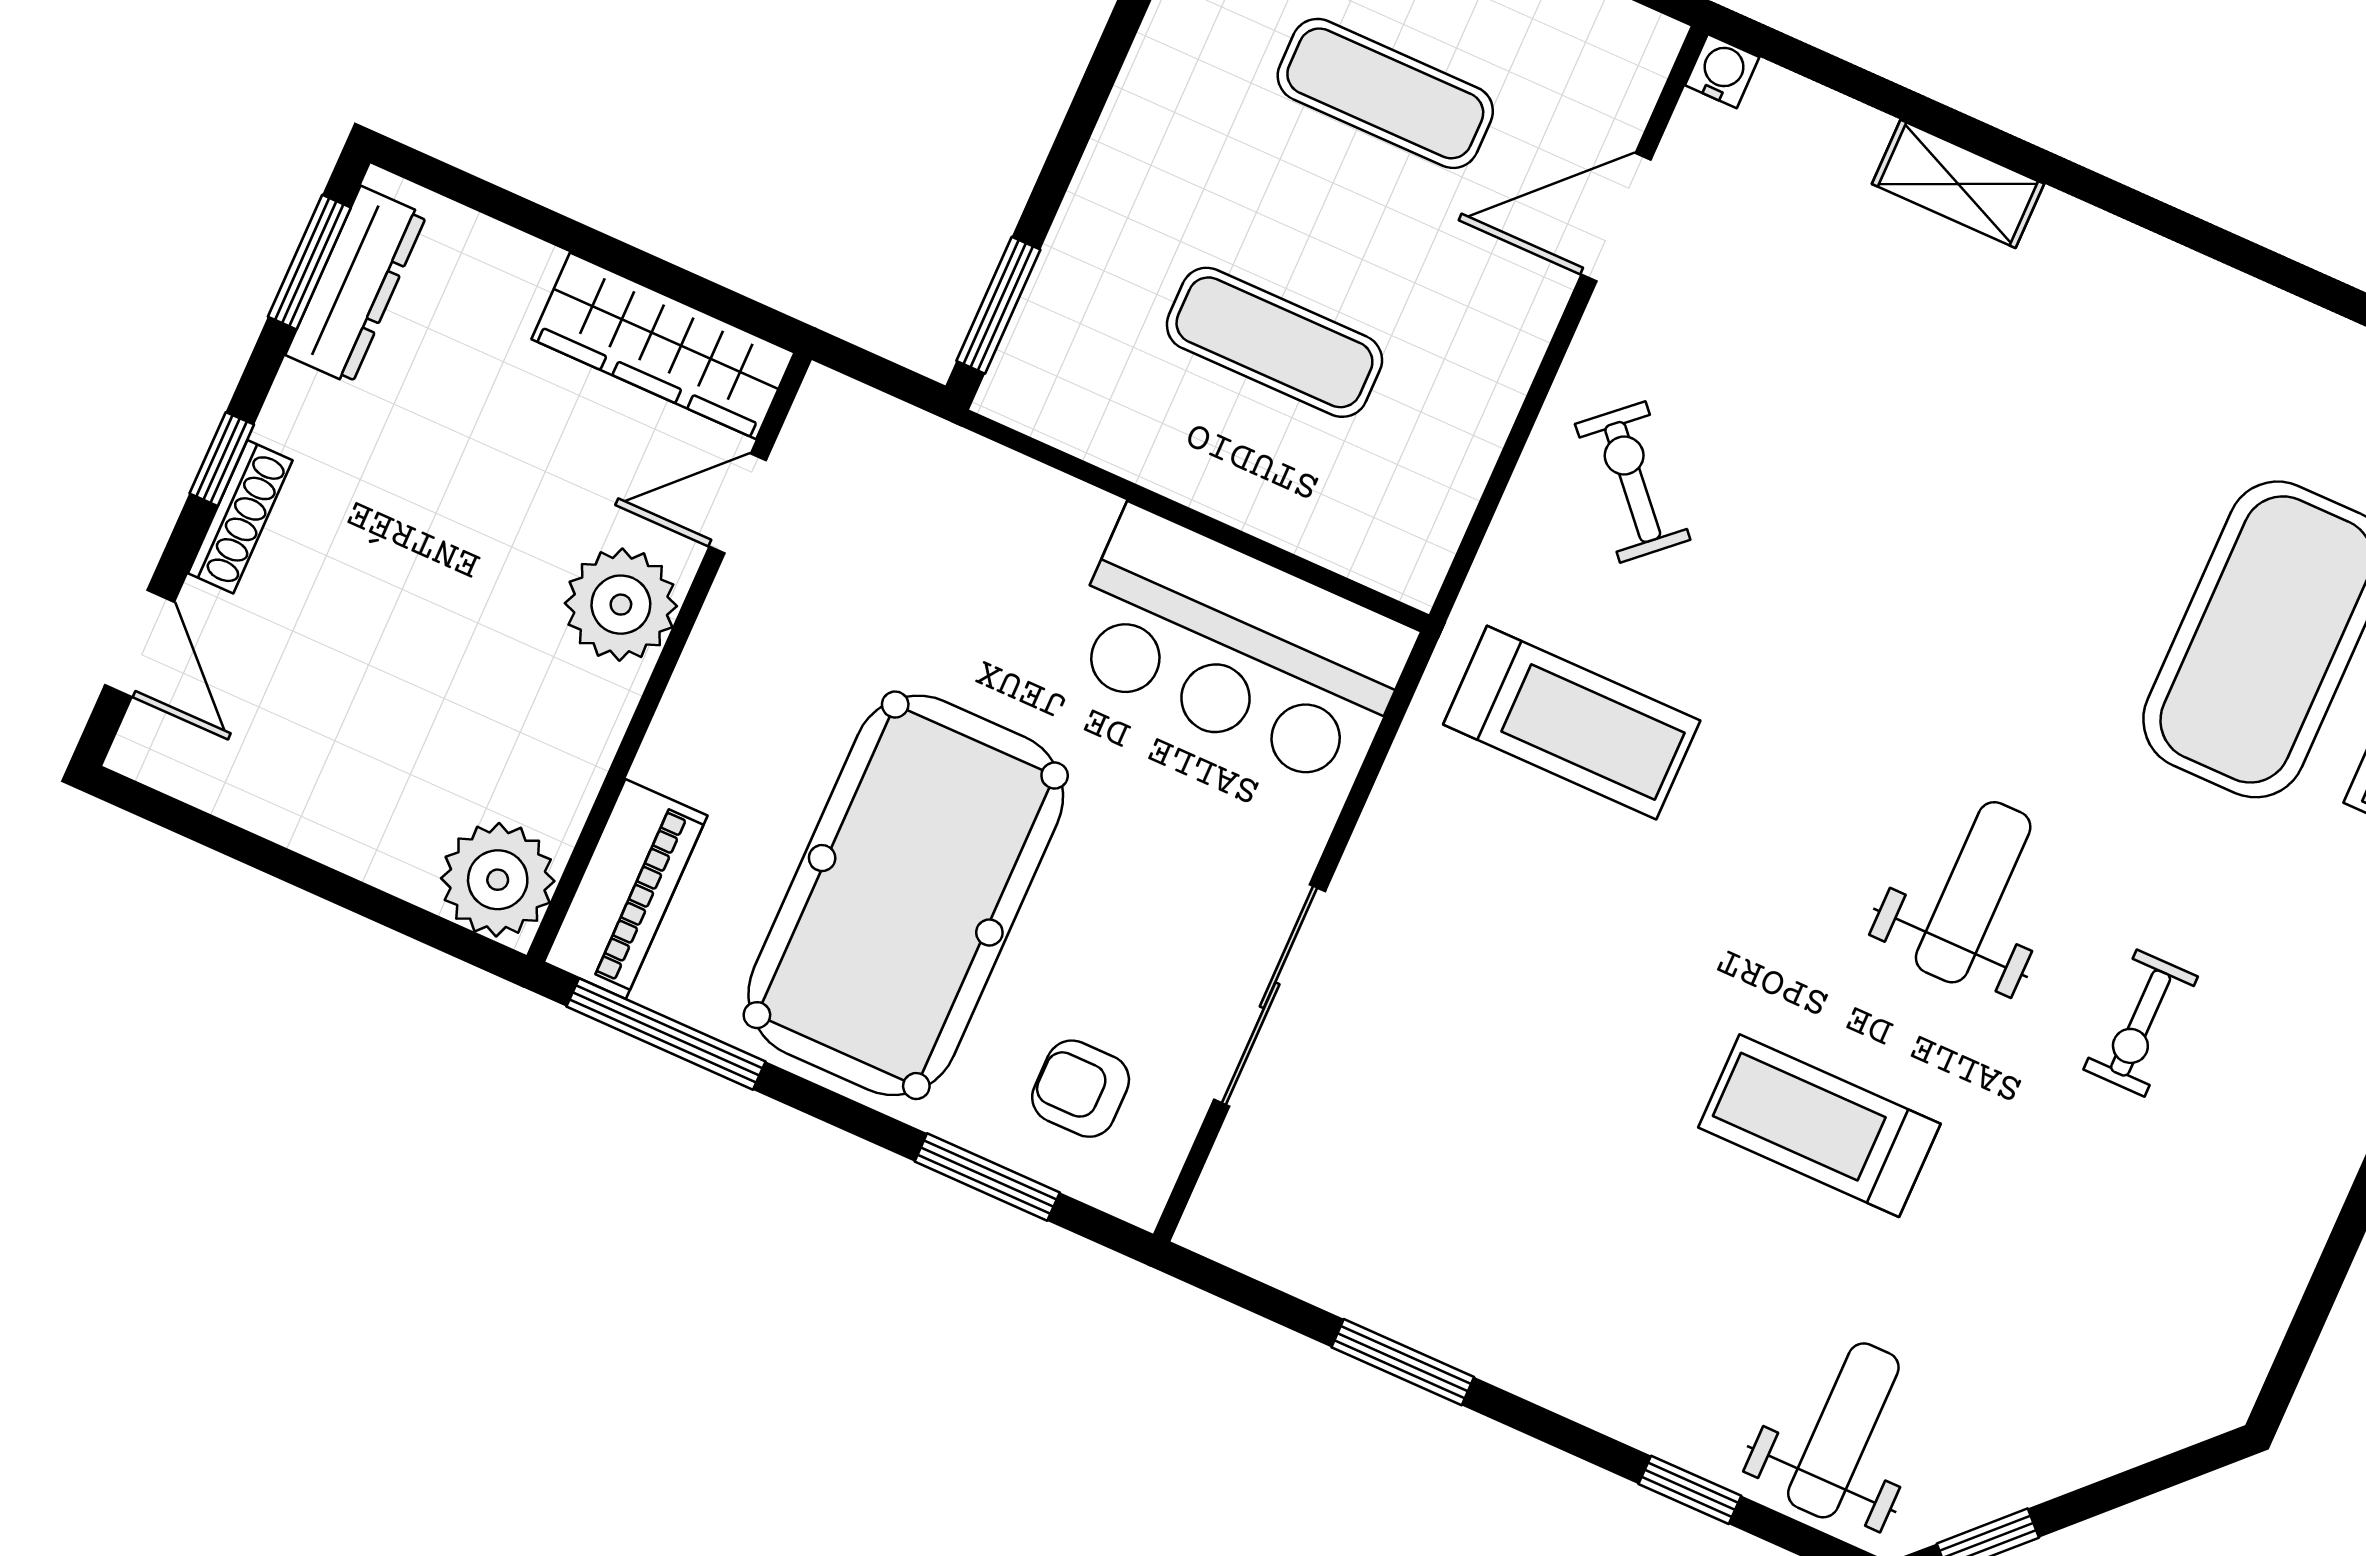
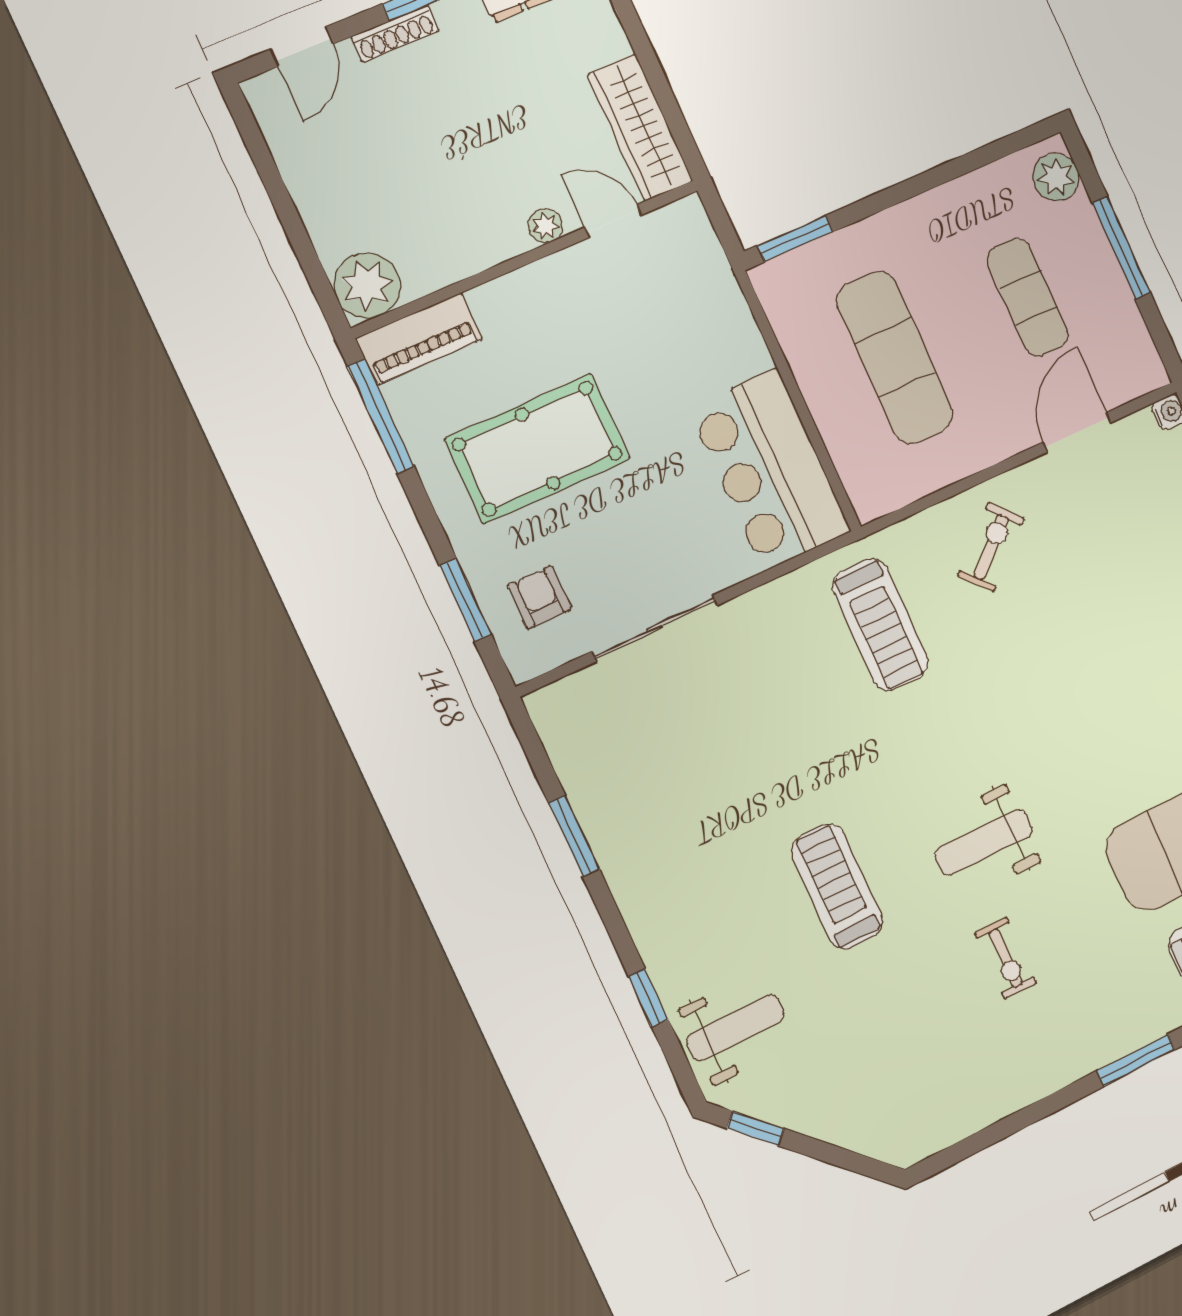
door: (1616, 217) -> (1077, 432), hinge flipped
exercise mat: (1274, 342) -> (895, 357), width x1.36, depth x1.45
plant: (621, 605) -> (545, 226), width x0.53, depth x0.53
weight bench: (1973, 892) -> (984, 842), turned 180
pool table: (906, 895) -> (538, 449), width x0.73, depth x0.76
exercise bike: (2141, 1023) -> (1006, 958), turned -90

